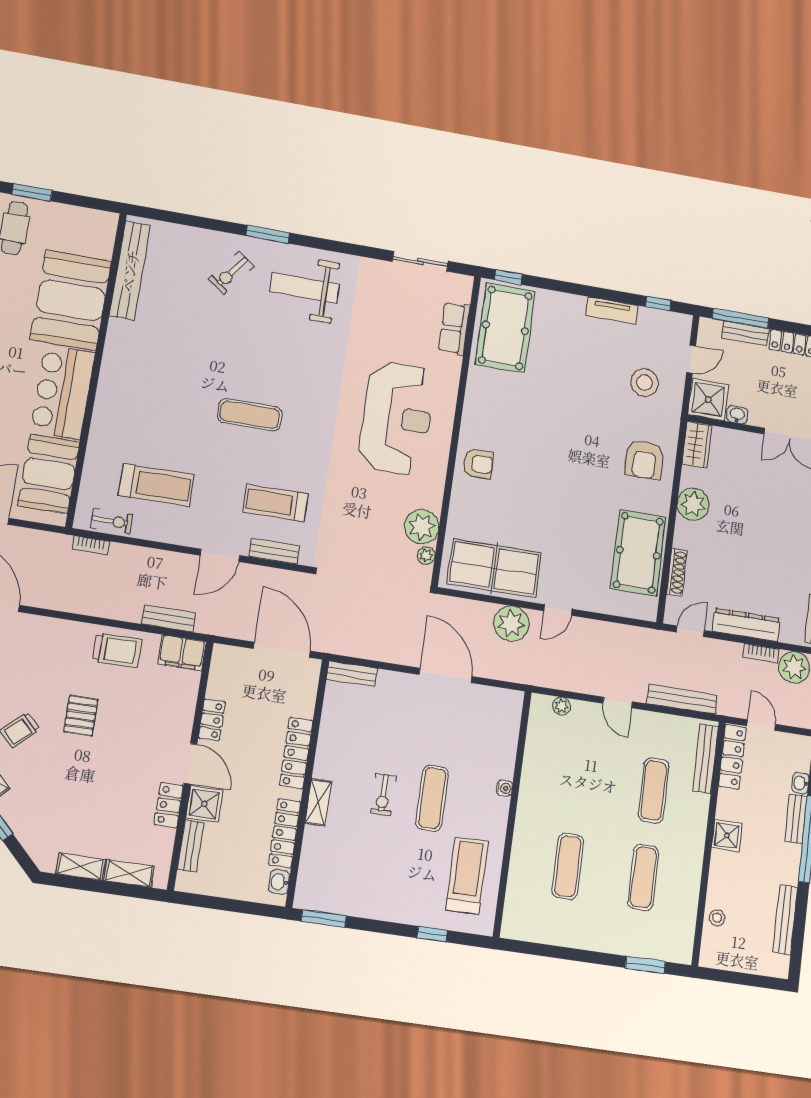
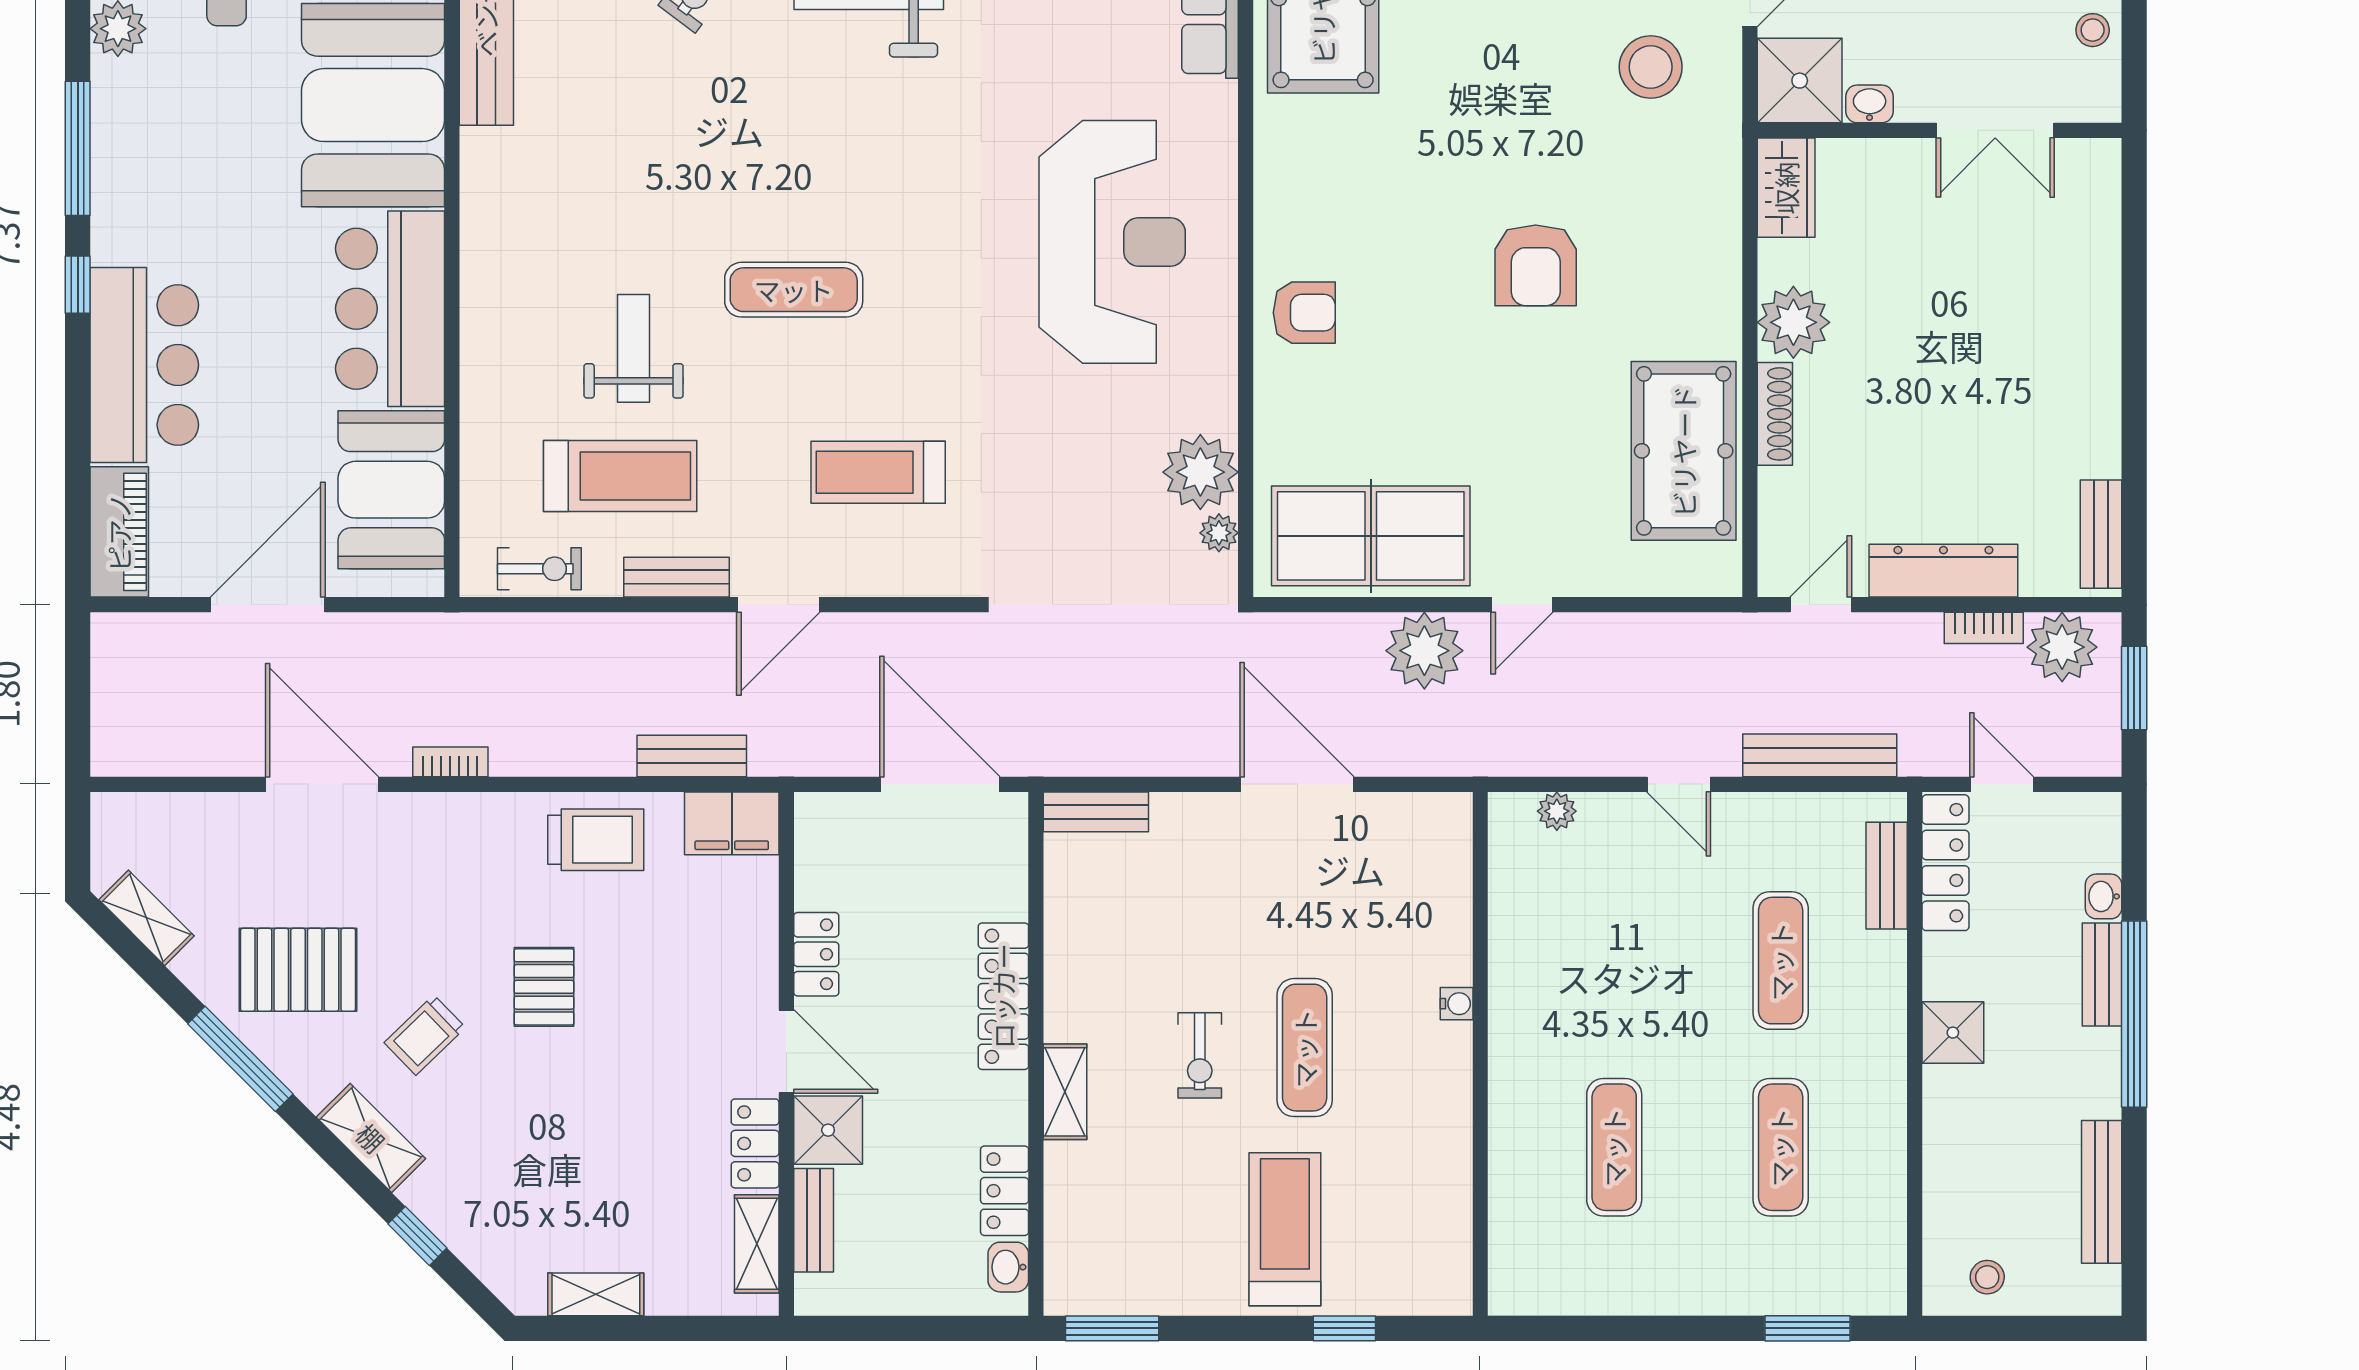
weight bench: (172, 429) -> (634, 348), added
armchair: (644, 460) -> (1536, 265), moved
bookcase: (91, 545) -> (450, 762), moved, turned 180
bench: (274, 551) -> (676, 577), moved
shoe rack: (677, 572) -> (1775, 414), moved
bench: (705, 759) -> (1887, 876), width x0.73
locker: (285, 833) -> (1005, 1191), width x0.66
shelving: (129, 873) -> (757, 1244), moved, turned 90
treadmill: (467, 876) -> (1285, 1229), moved
stool: (717, 918) -> (1987, 1277), moved

